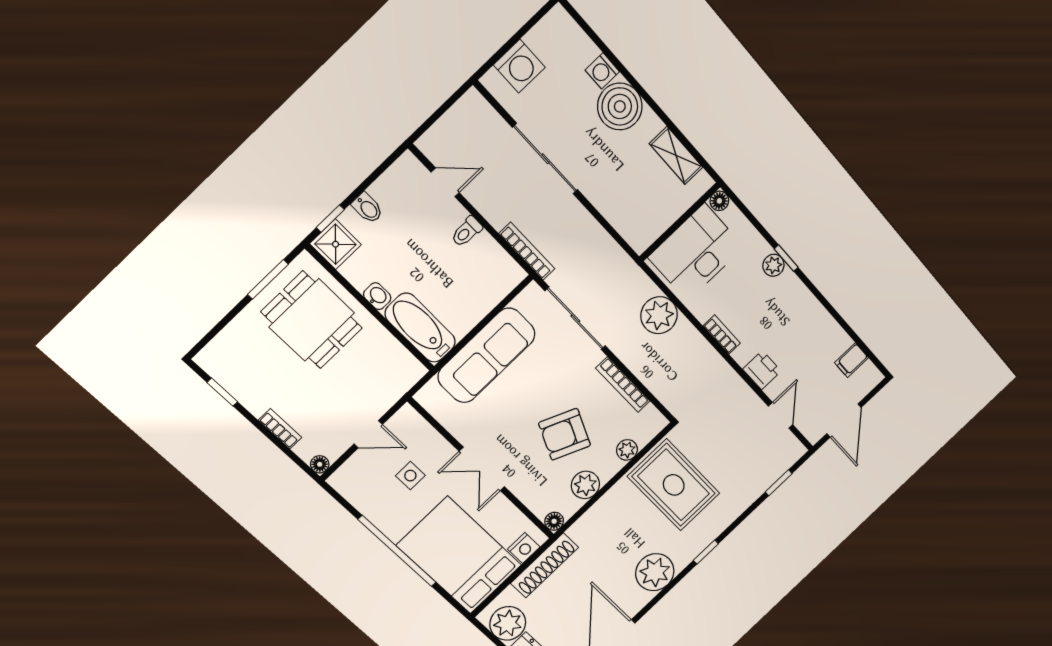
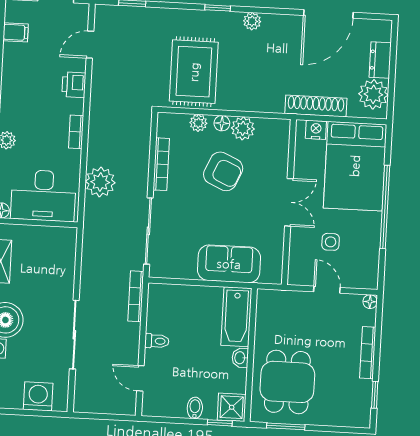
sofa: (487, 355) -> (229, 264), width x0.73
bookcase: (280, 429) -> (368, 353), width x1.56
floor lamp: (554, 521) -> (222, 123), moved
plant: (655, 572) -> (252, 21), width x0.53, depth x0.53

